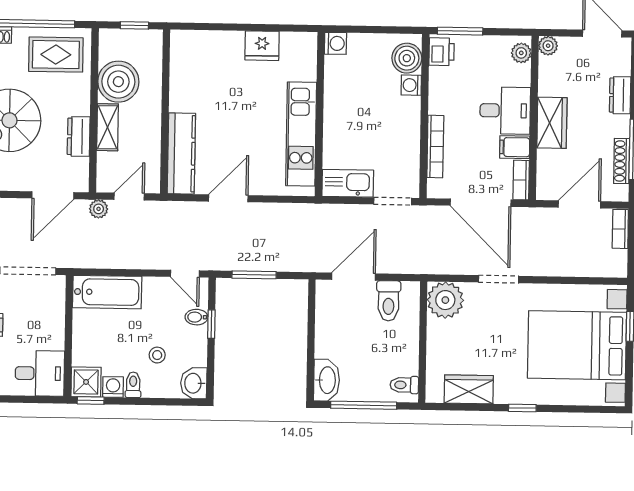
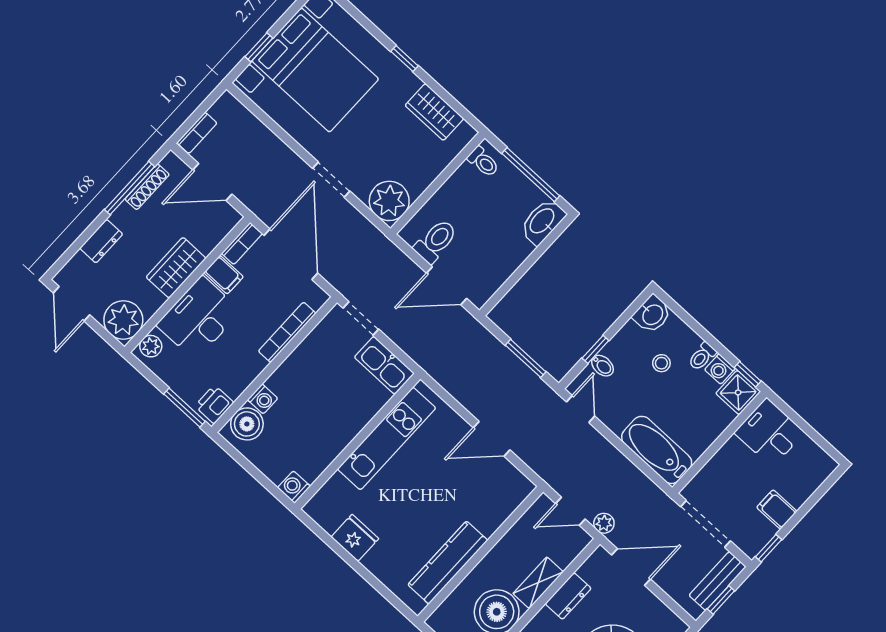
plant: (548, 46) -> (123, 320), width x1.87, depth x1.87
desk: (505, 111) -> (199, 318), width x1.37
kitchen counter: (181, 154) -> (448, 562), moved

